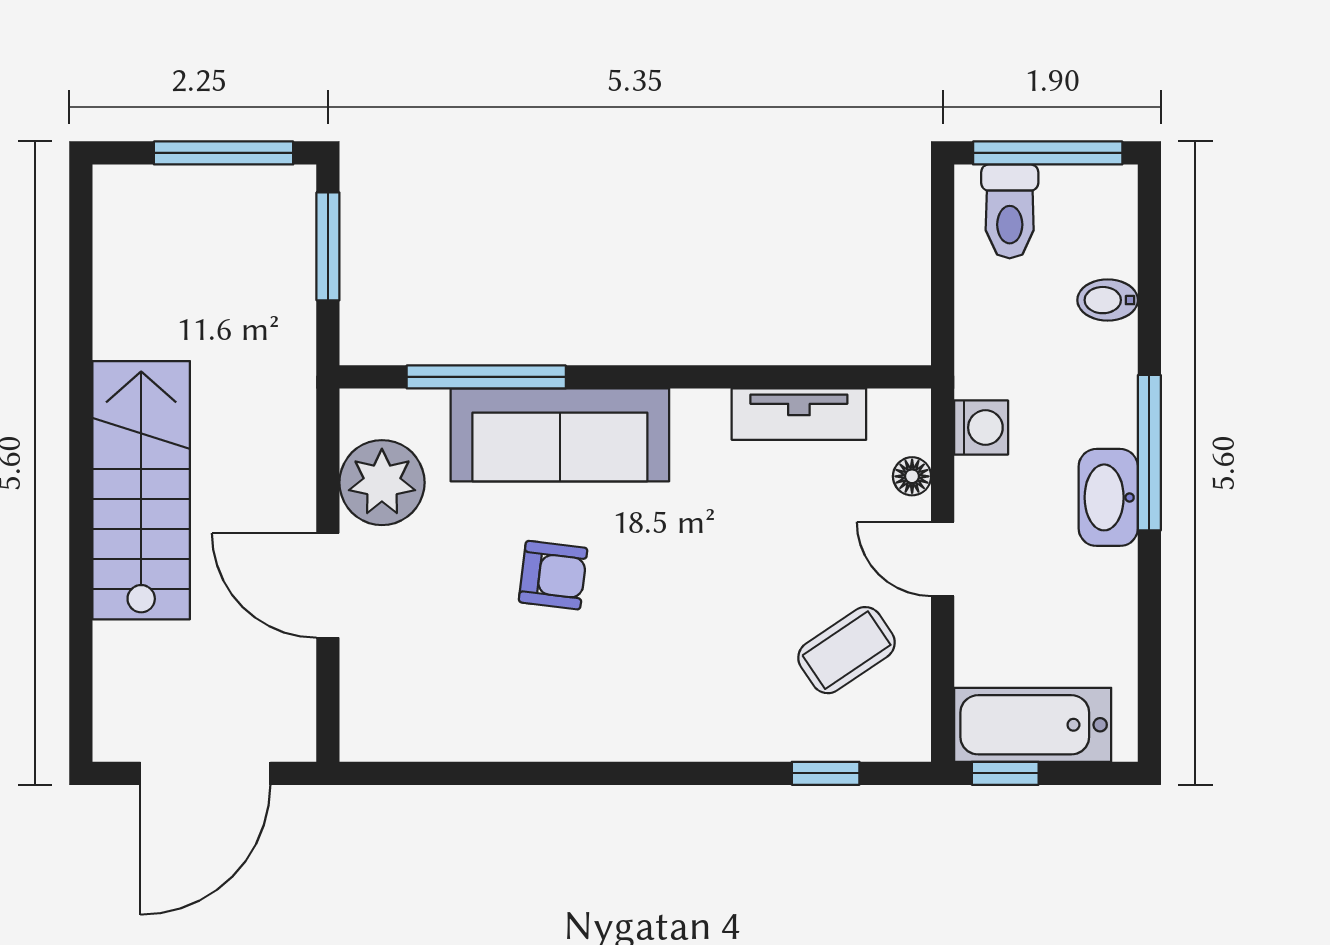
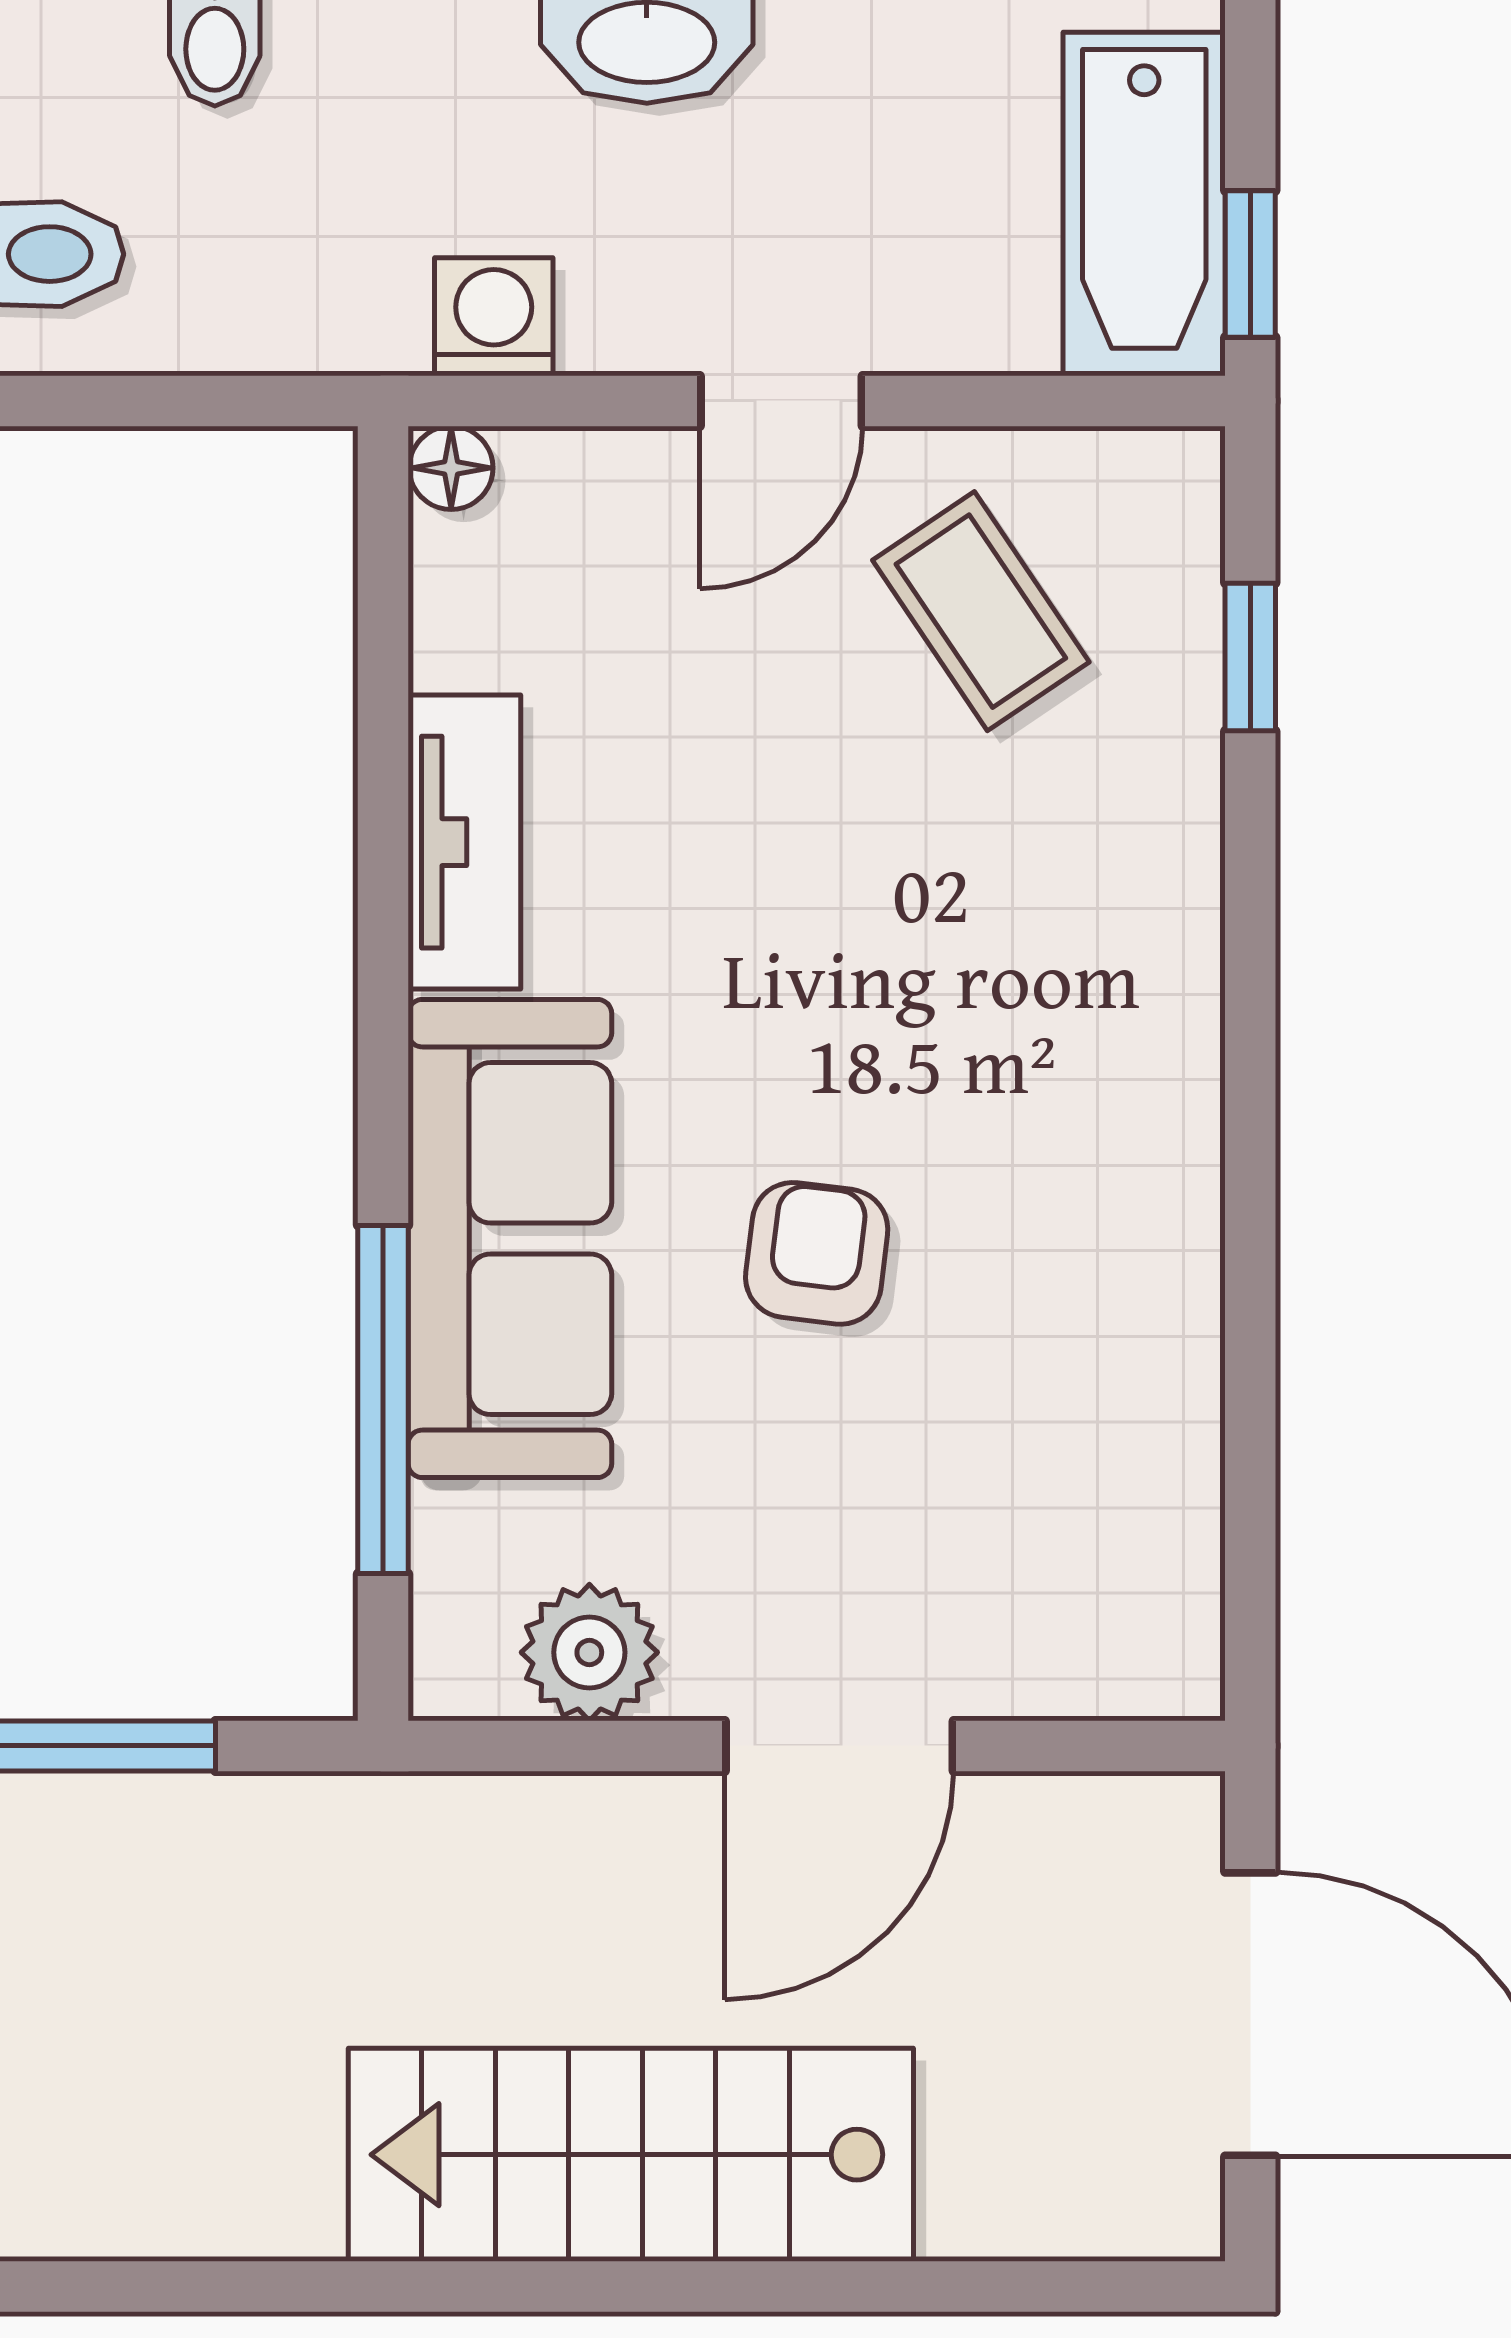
tv unit: (799, 414) -> (464, 842), moved
floor lamp: (912, 476) -> (451, 468), moved
plant: (382, 483) -> (589, 1652), width x0.73, depth x0.73

